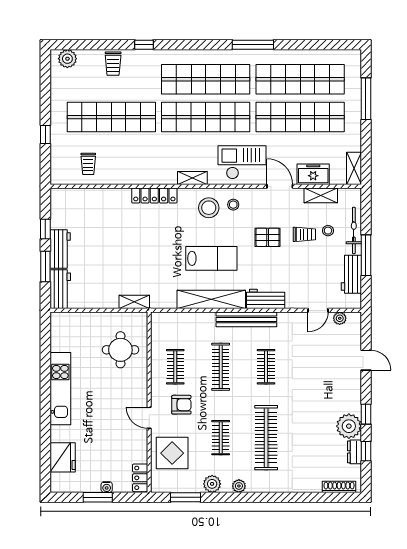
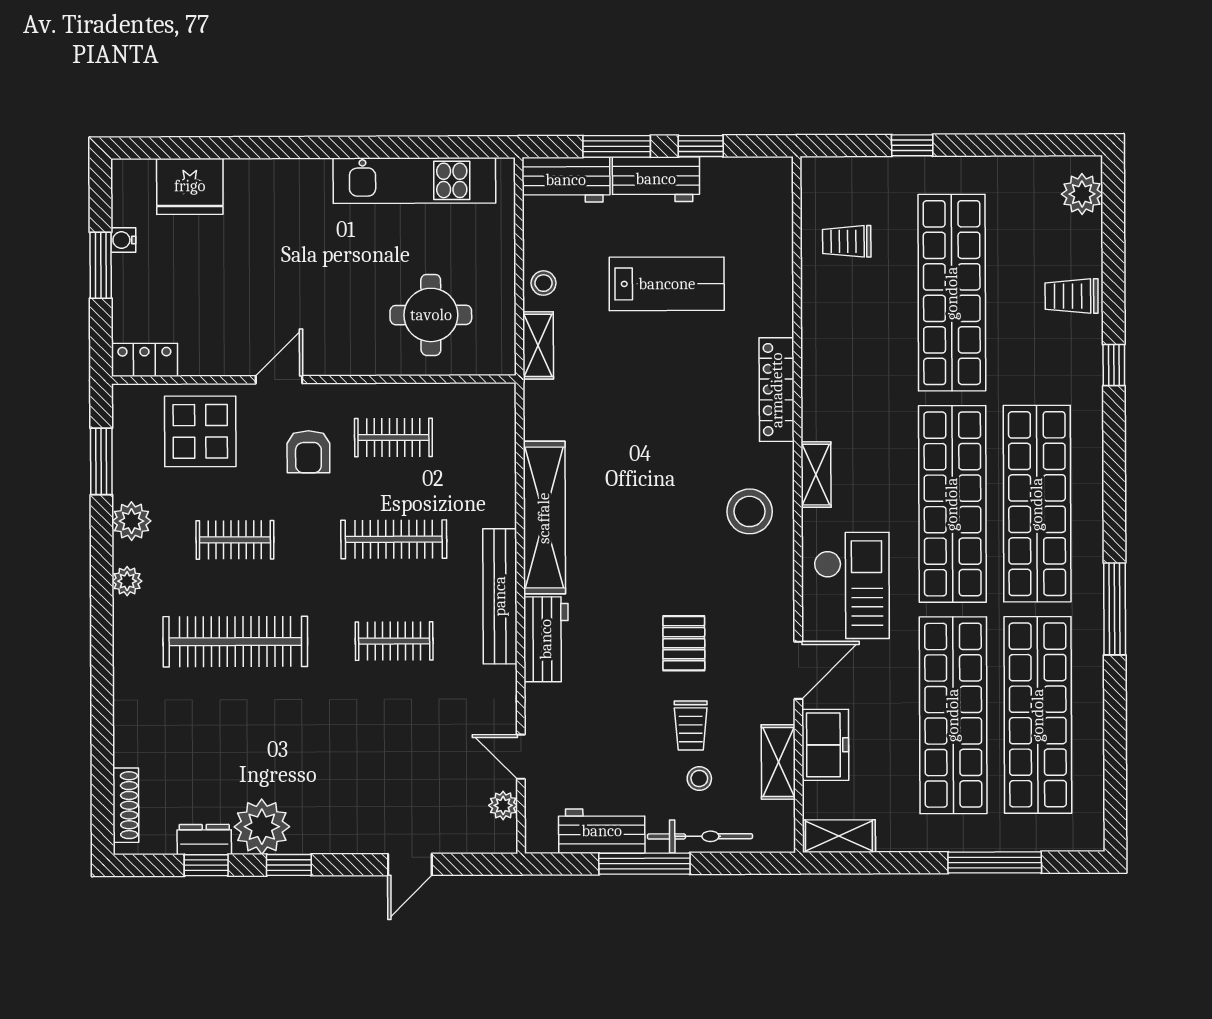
stool: (233, 205) -> (544, 283), moved
lab bench: (211, 258) -> (667, 284), moved, turned -90
kitchen unit: (60, 389) -> (414, 181), moved
water cooler: (107, 487) -> (123, 240), moved

